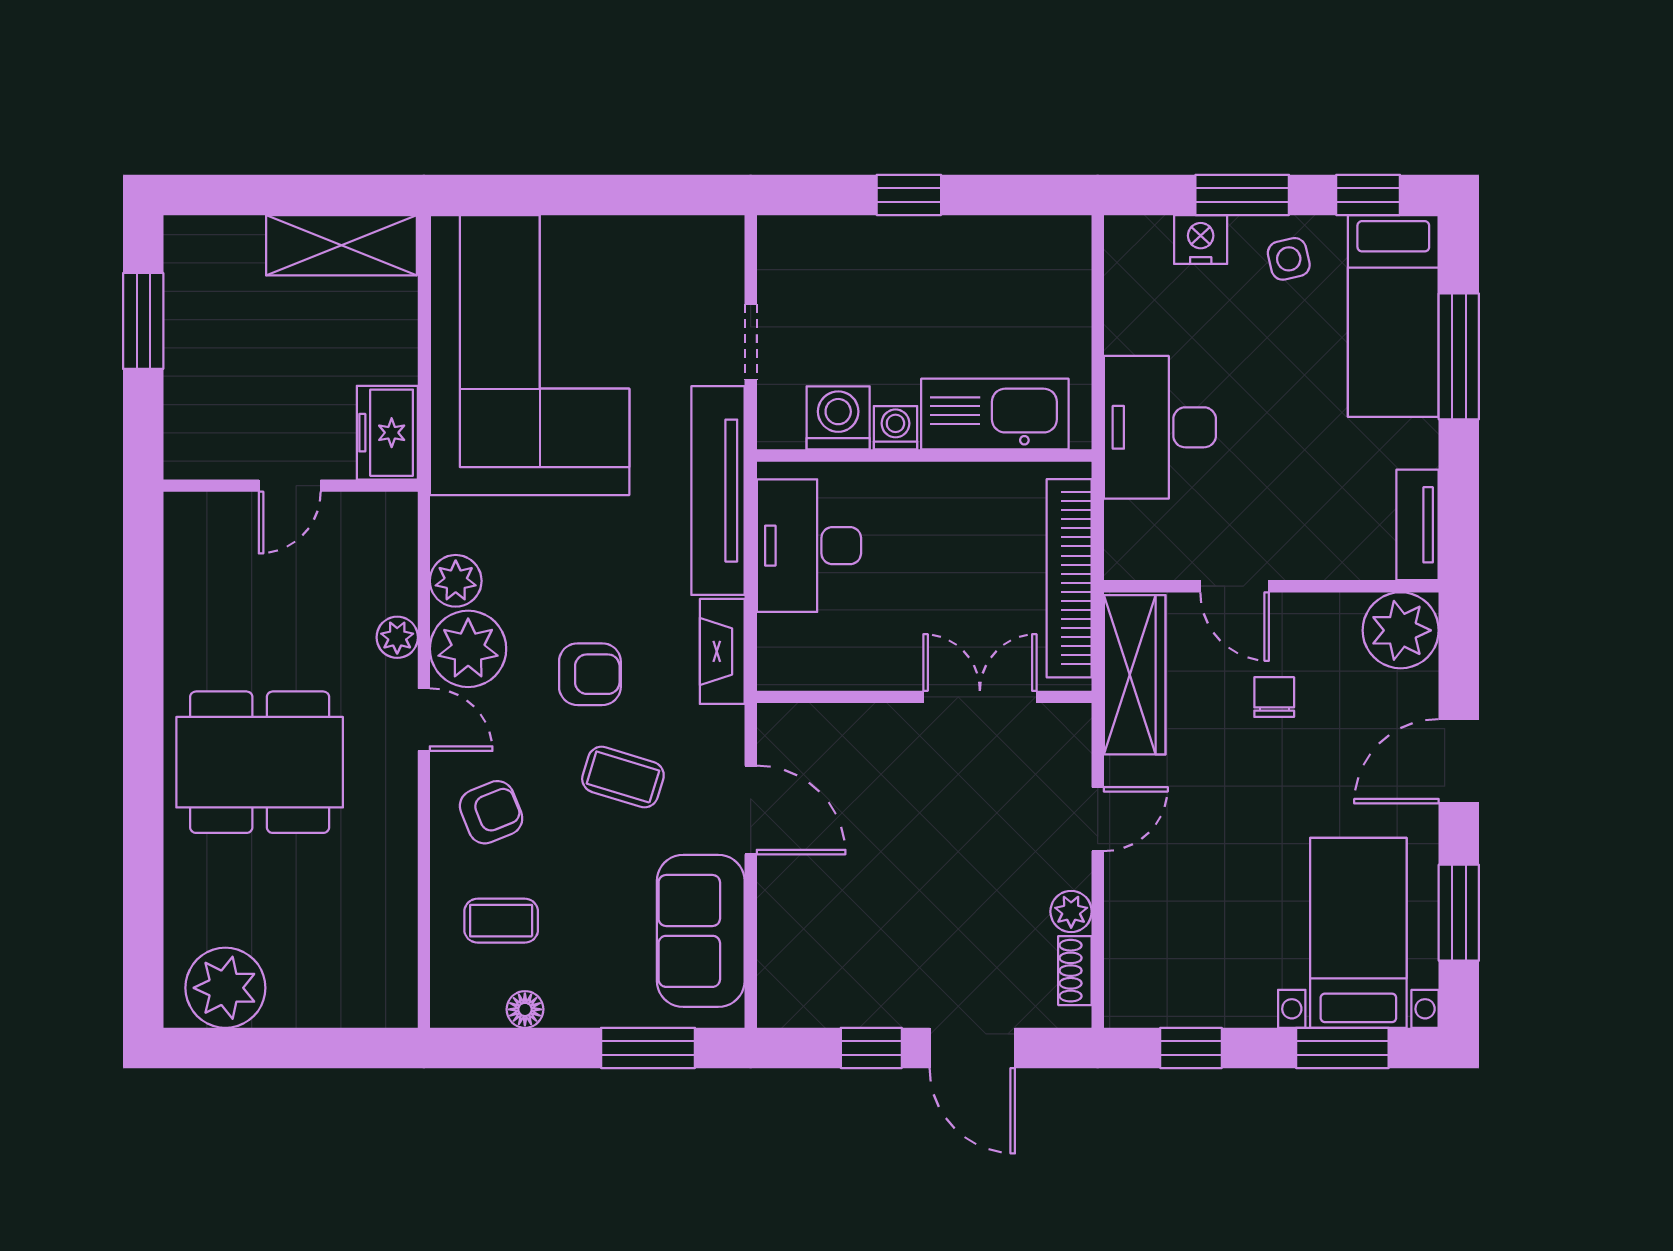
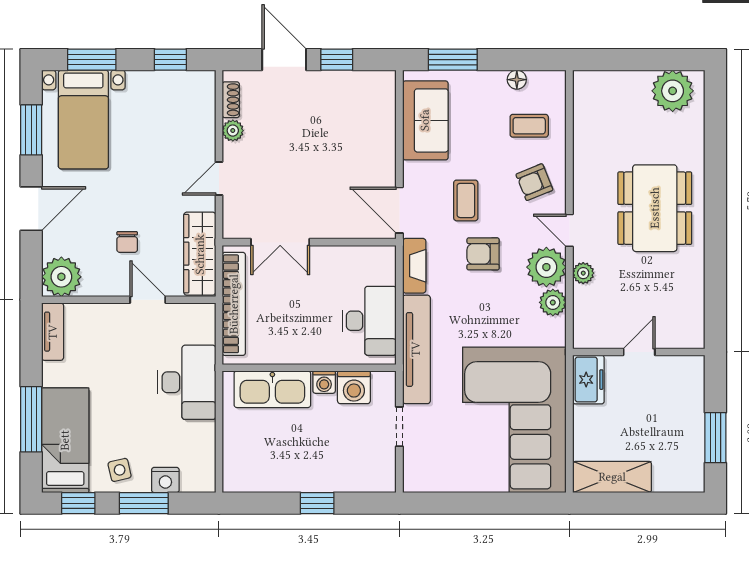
dining table: (260, 762) -> (655, 208), turned 90
coffee table: (623, 777) -> (466, 200), turned 73
door: (751, 810) -> (399, 210), moved

